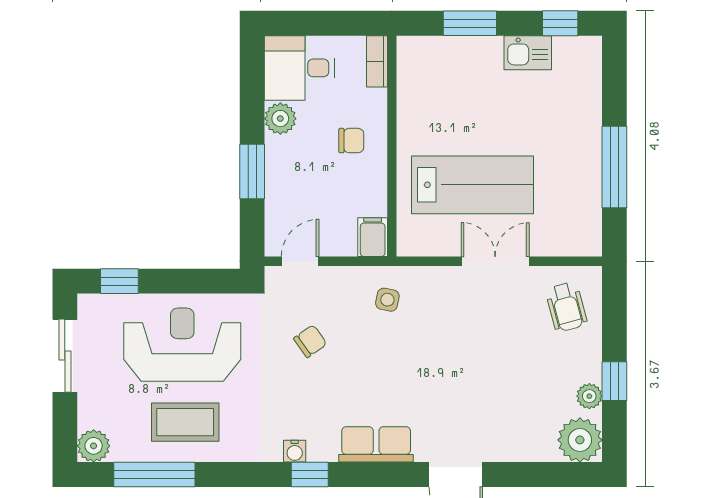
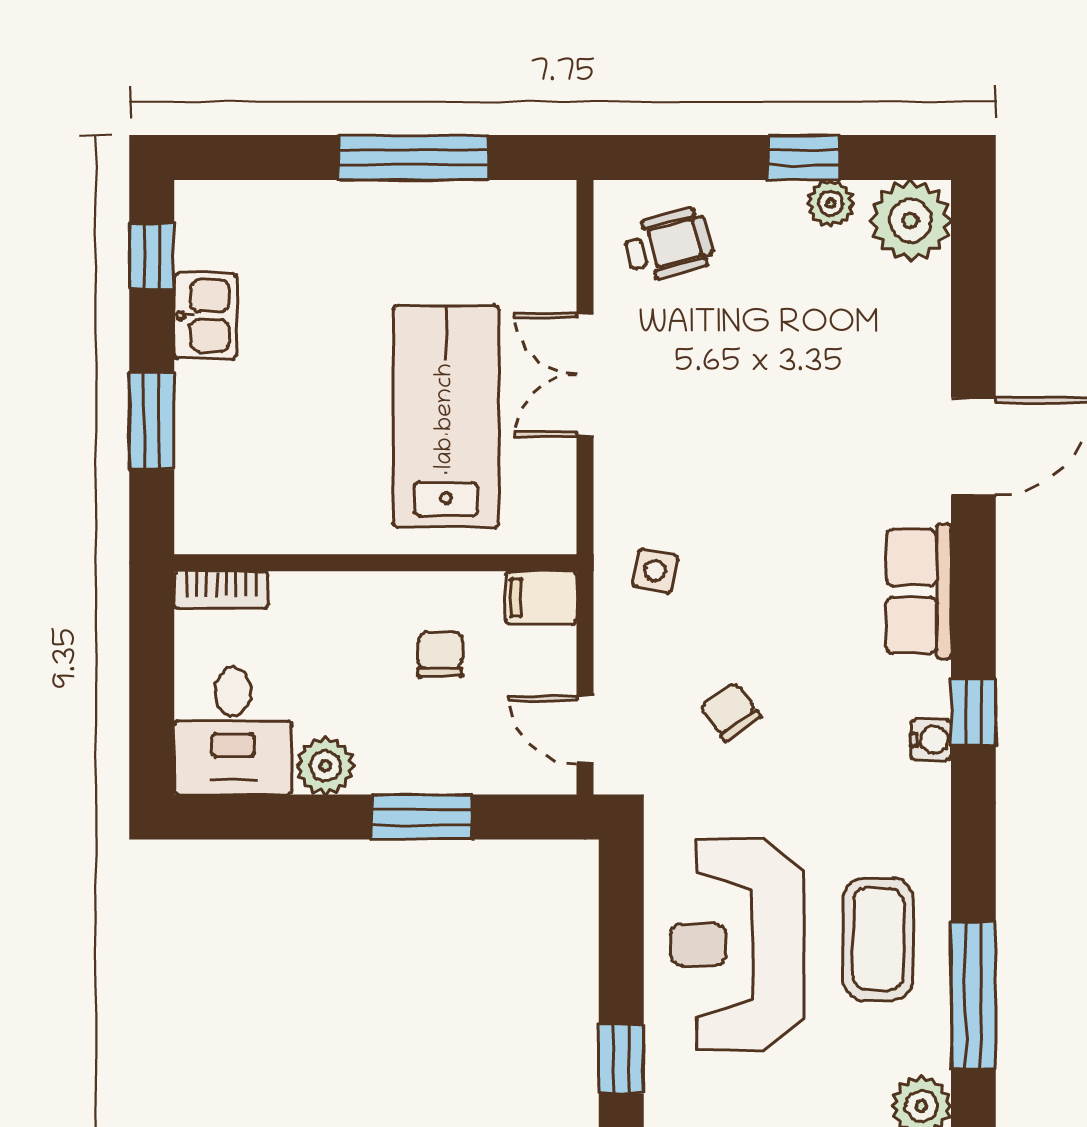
chair: (351, 141) -> (440, 654), moved

